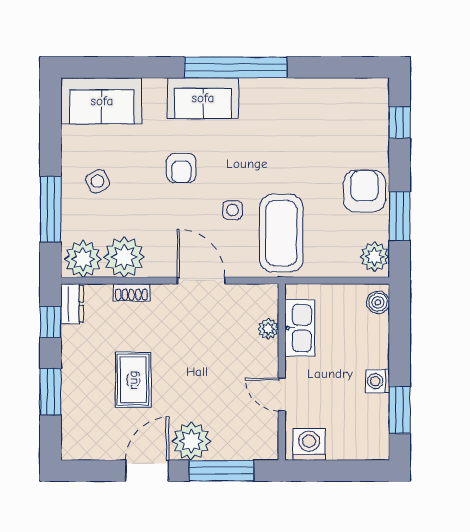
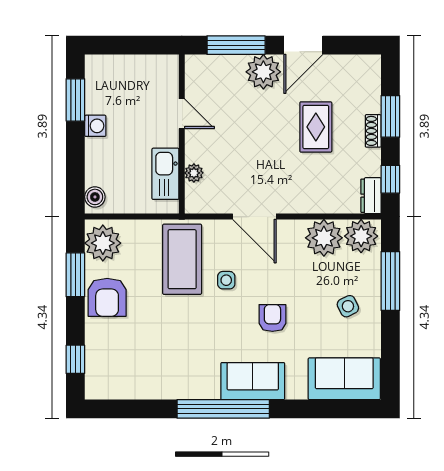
plant: (375, 257) -> (103, 243), width x1.36, depth x1.36
shoe rack: (131, 292) -> (373, 131), moved, turned -90
washing machine: (309, 444) -> (157, 69), removed

